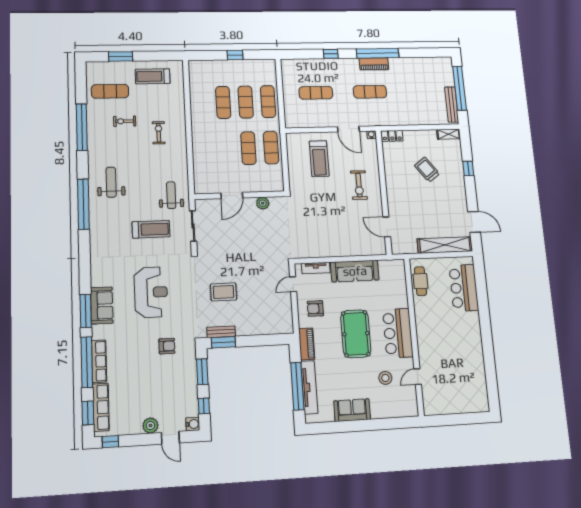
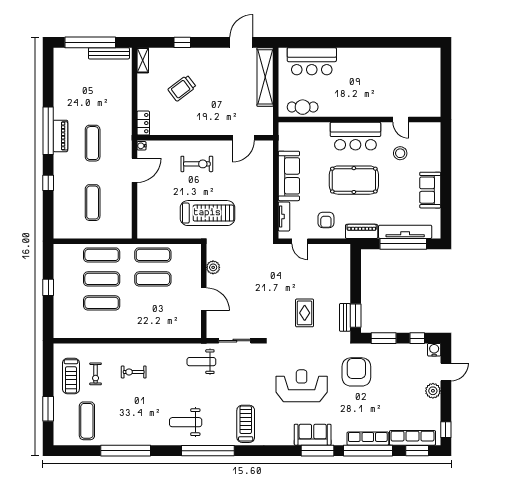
exercise bike: (125, 121) -> (96, 374), moved
treadmill: (319, 159) -> (207, 213), moved, width x1.37, depth x1.38
treadmill: (151, 229) -> (246, 424), moved
armchair: (167, 346) -> (356, 372), width x1.88, depth x1.88

